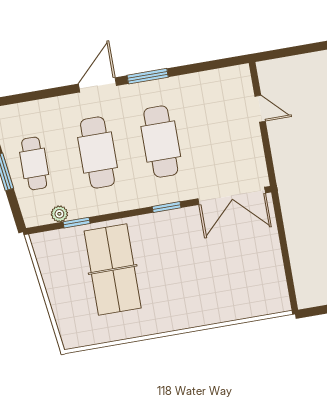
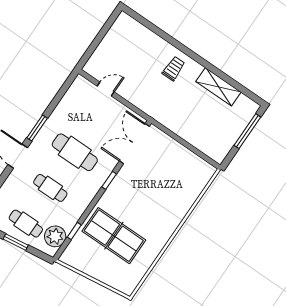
cafe table: (97, 152) -> (50, 188), width x0.73, depth x0.74
double door: (232, 196) -> (134, 144), swing flipped
plant: (59, 214) -> (55, 236), width x1.88, depth x1.88

